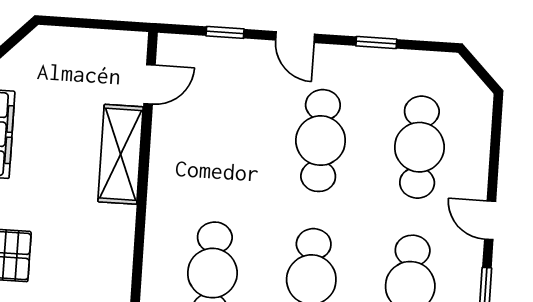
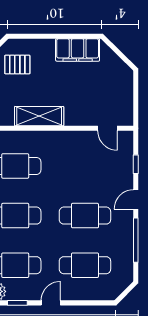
window: (376, 43) -> (136, 240), width x2.17
shelving: (121, 154) -> (39, 116), moved

